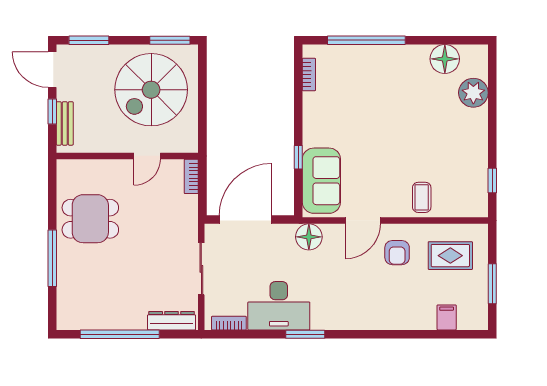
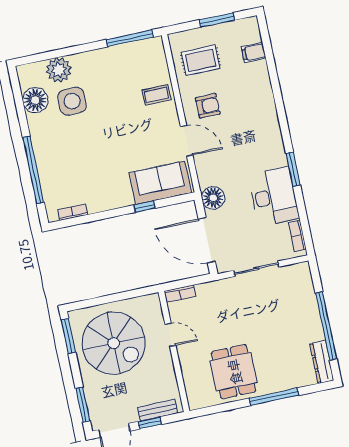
side table: (435, 100) -> (72, 101), added
window: (492, 181) -> (130, 38), width x2.17
floor lamp: (309, 237) -> (213, 198), moved
rug: (450, 256) -> (201, 60), turned 90
dresser: (172, 321) -> (322, 362), moved

